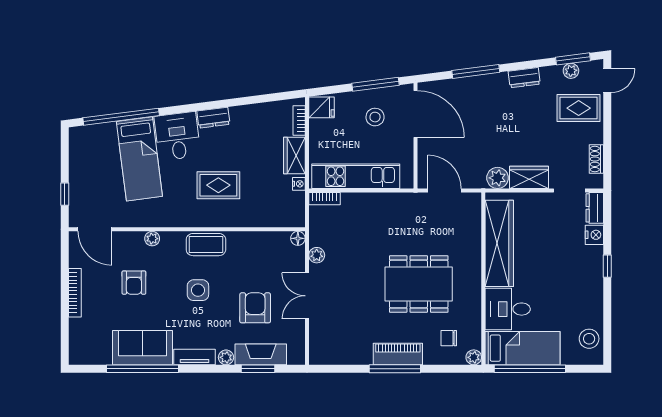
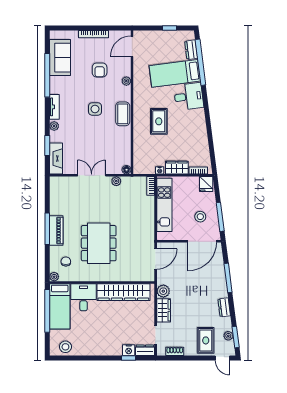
dresser: (213, 118) -> (191, 50), moved
window: (65, 194) -> (169, 28), moved
window: (607, 266) -> (129, 358), moved
armchair: (134, 283) -> (100, 70), turned -90
armchair: (255, 308) -> (84, 144), removed
sofa: (142, 348) -> (60, 58), moved
fireplace: (261, 354) -> (56, 158), moved

